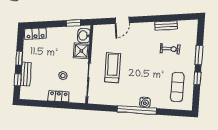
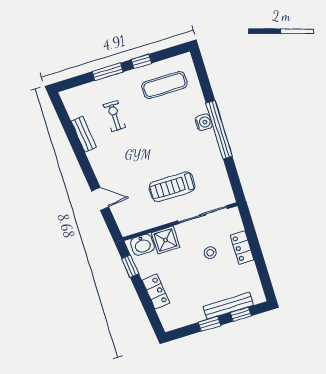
locker: (35, 34) -> (156, 292), moved
bench: (26, 74) -> (228, 306), width x1.36

